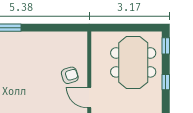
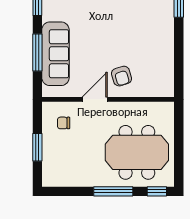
window: (166, 82) -> (113, 191), width x2.17

